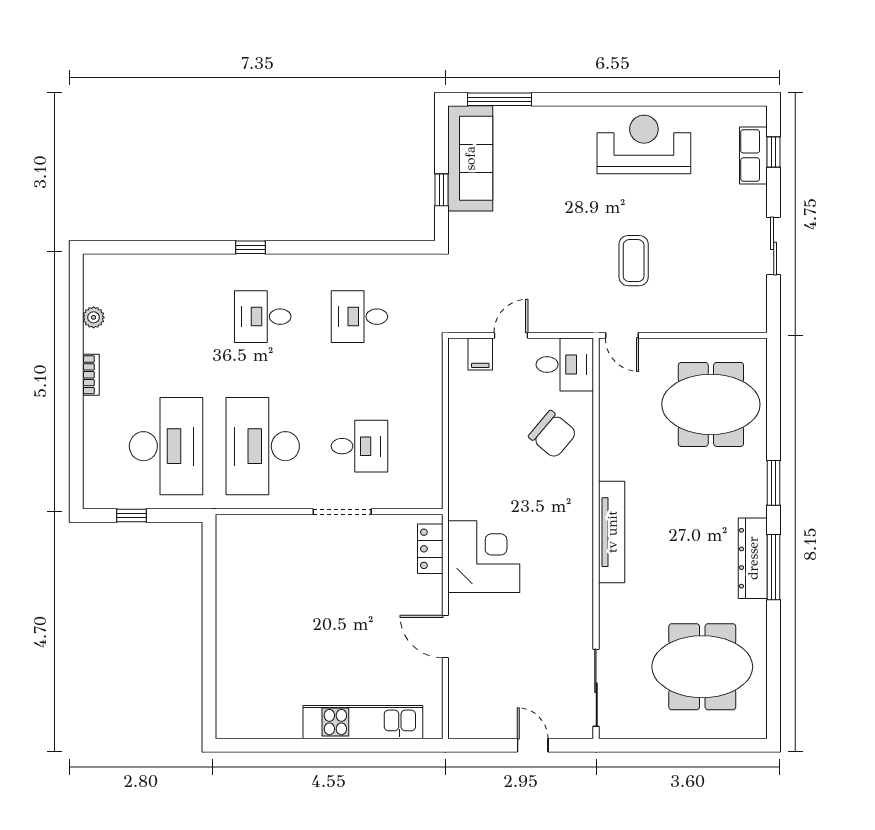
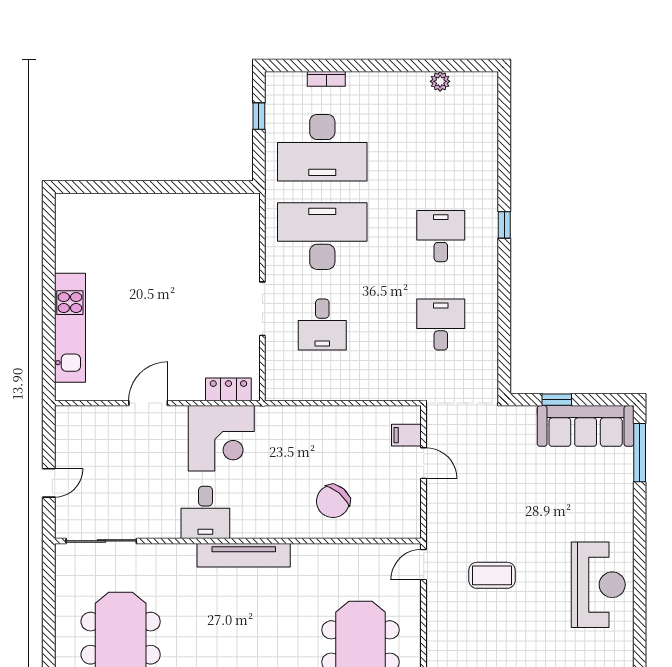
desk: (565, 365) -> (205, 512), moved
bookcase: (91, 375) -> (326, 79), moved

